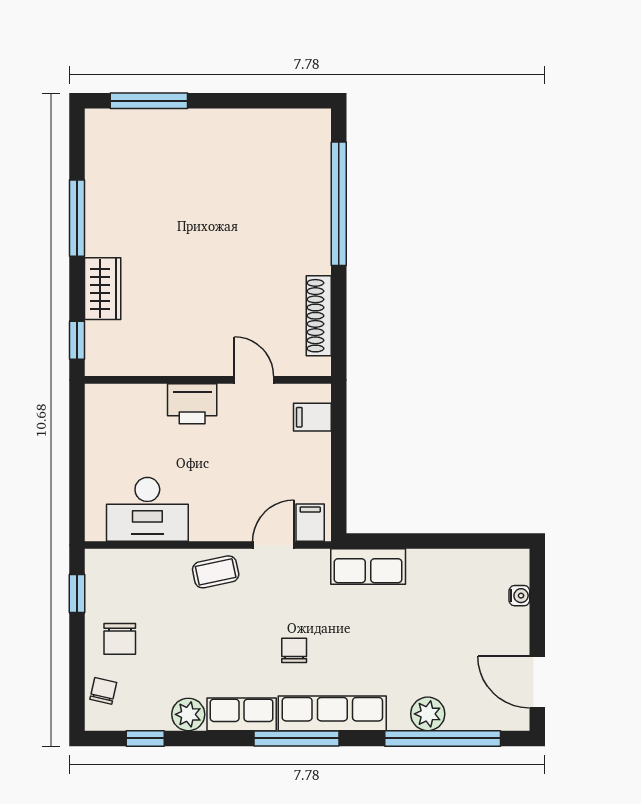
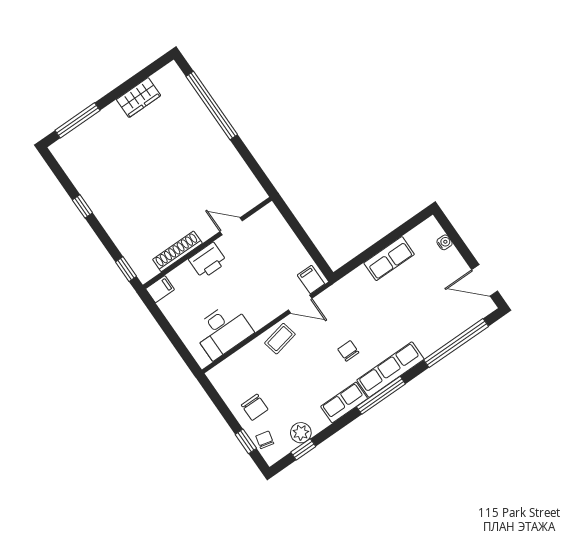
window: (77, 218) -> (82, 206), width x0.46
wardrobe: (103, 289) -> (139, 98), moved, turned 90
shoe rack: (319, 316) -> (177, 251), moved, turned 90
filing cabinet: (312, 417) -> (160, 289), moved, turned 180
door: (273, 545) -> (300, 304), swing flipped
row of seats: (368, 566) -> (389, 259), moved
window: (77, 594) -> (246, 441), moved
plant: (188, 714) -> (301, 433), moved
plant: (428, 714) -> (440, 336), removed

